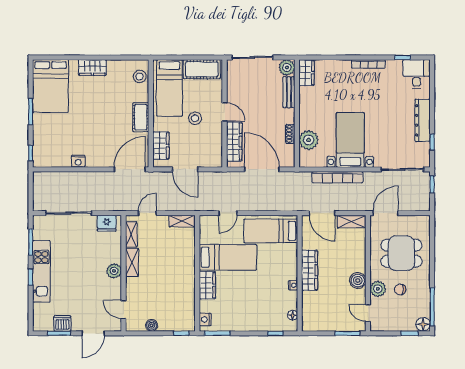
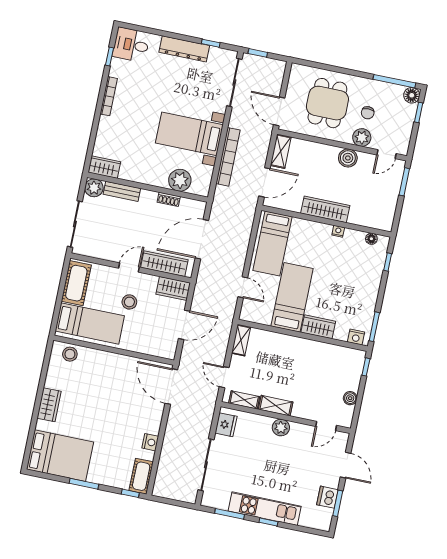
cot: (141, 117) -> (141, 476), moved, turned 90
wardrobe: (161, 146) -> (173, 288), moved, turned 180

